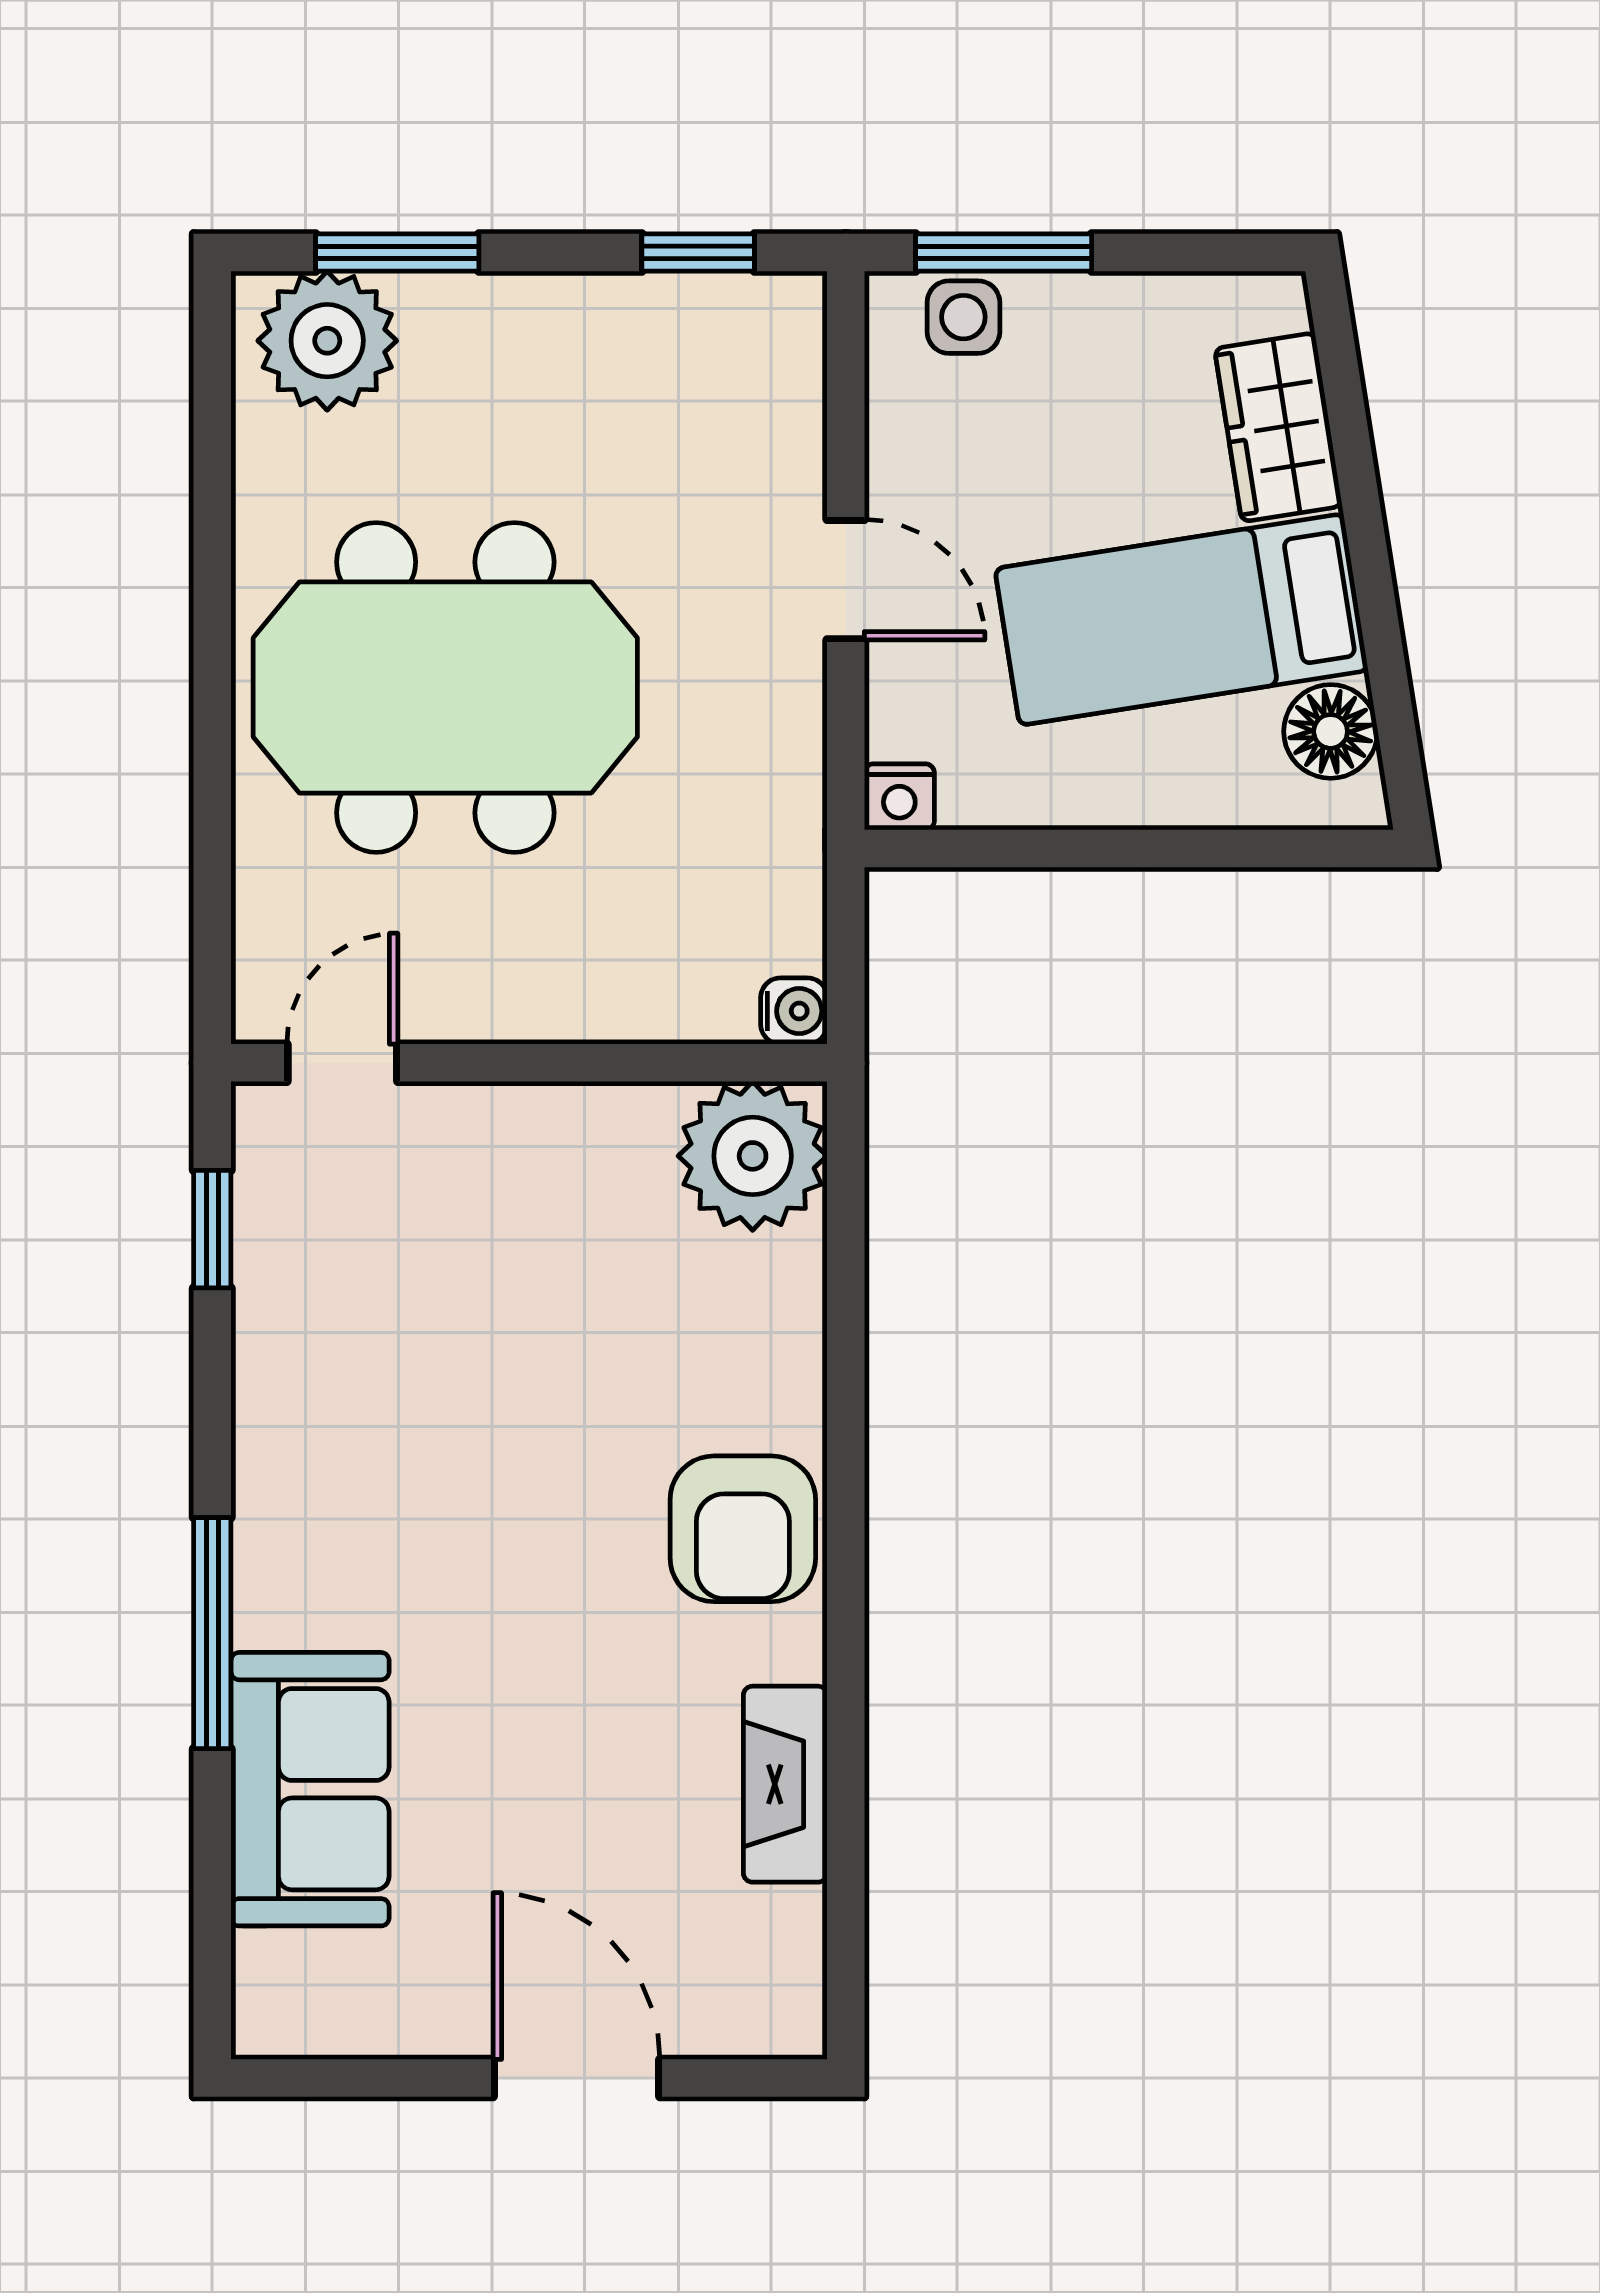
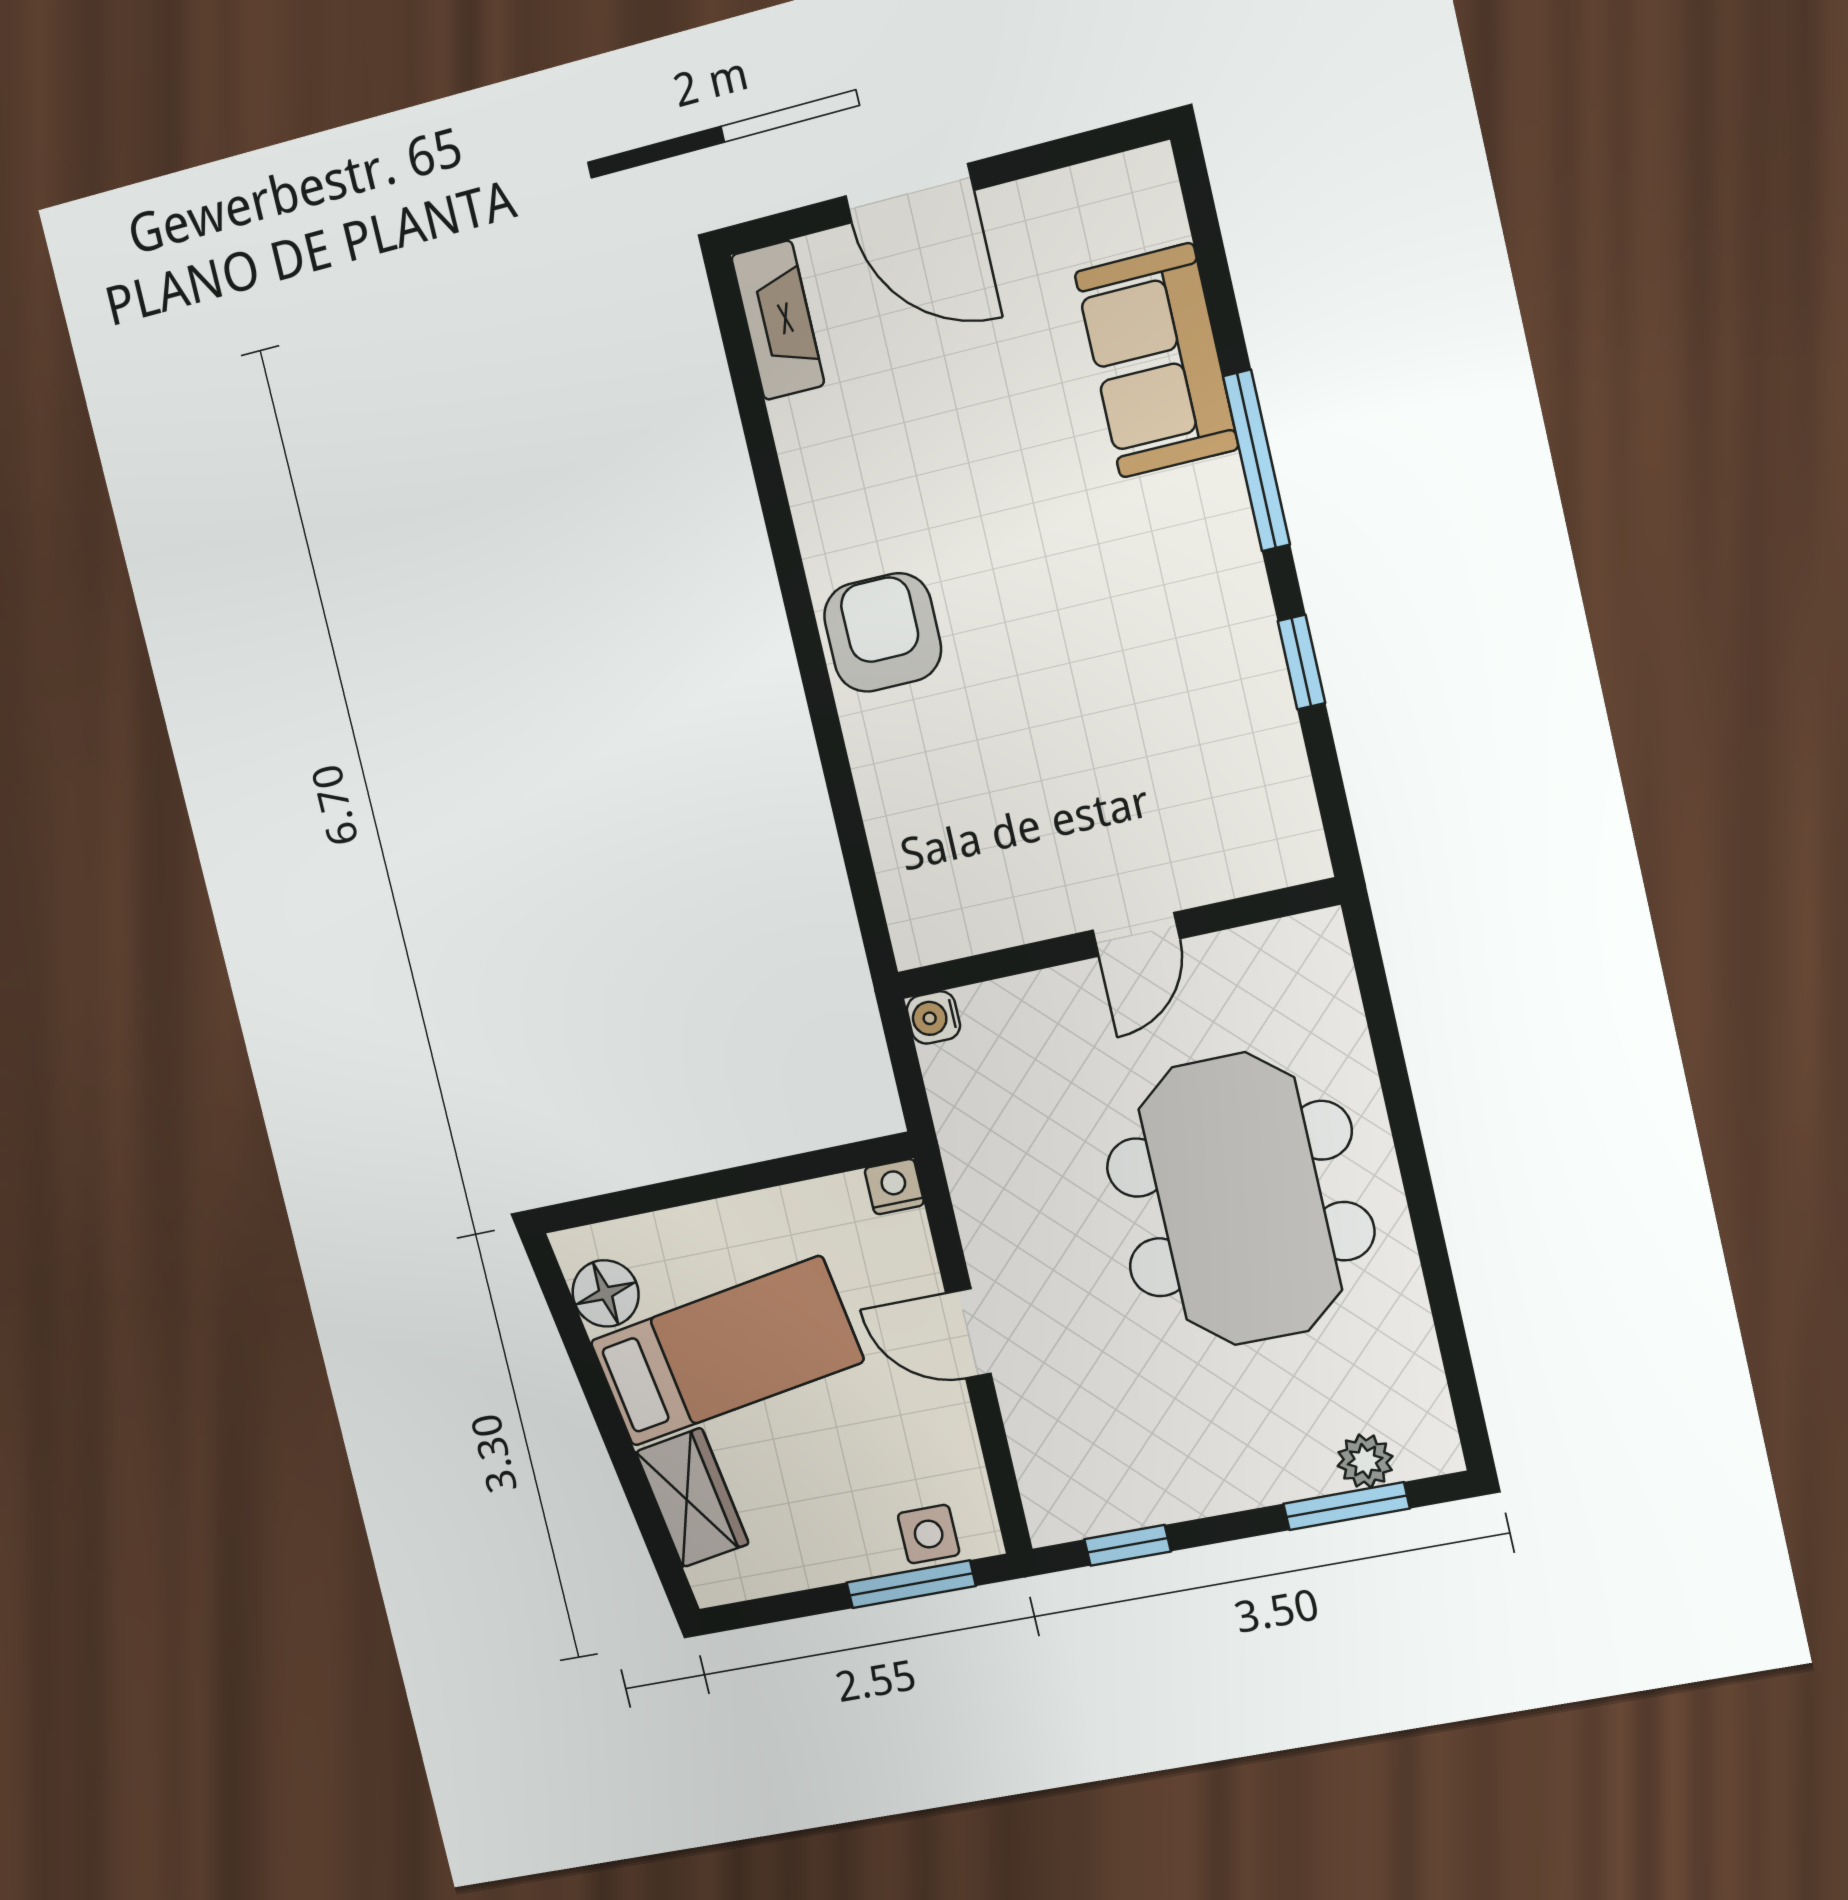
plant: (327, 341) -> (1365, 1461), width x0.53, depth x0.53
meeting table: (445, 687) -> (1240, 1199), turned 90
door: (342, 1063) -> (1136, 934), moved
plant: (753, 1156) -> (939, 906), removed
window: (212, 1229) -> (1301, 662), moved
fireplace: (785, 1784) -> (778, 320), moved

